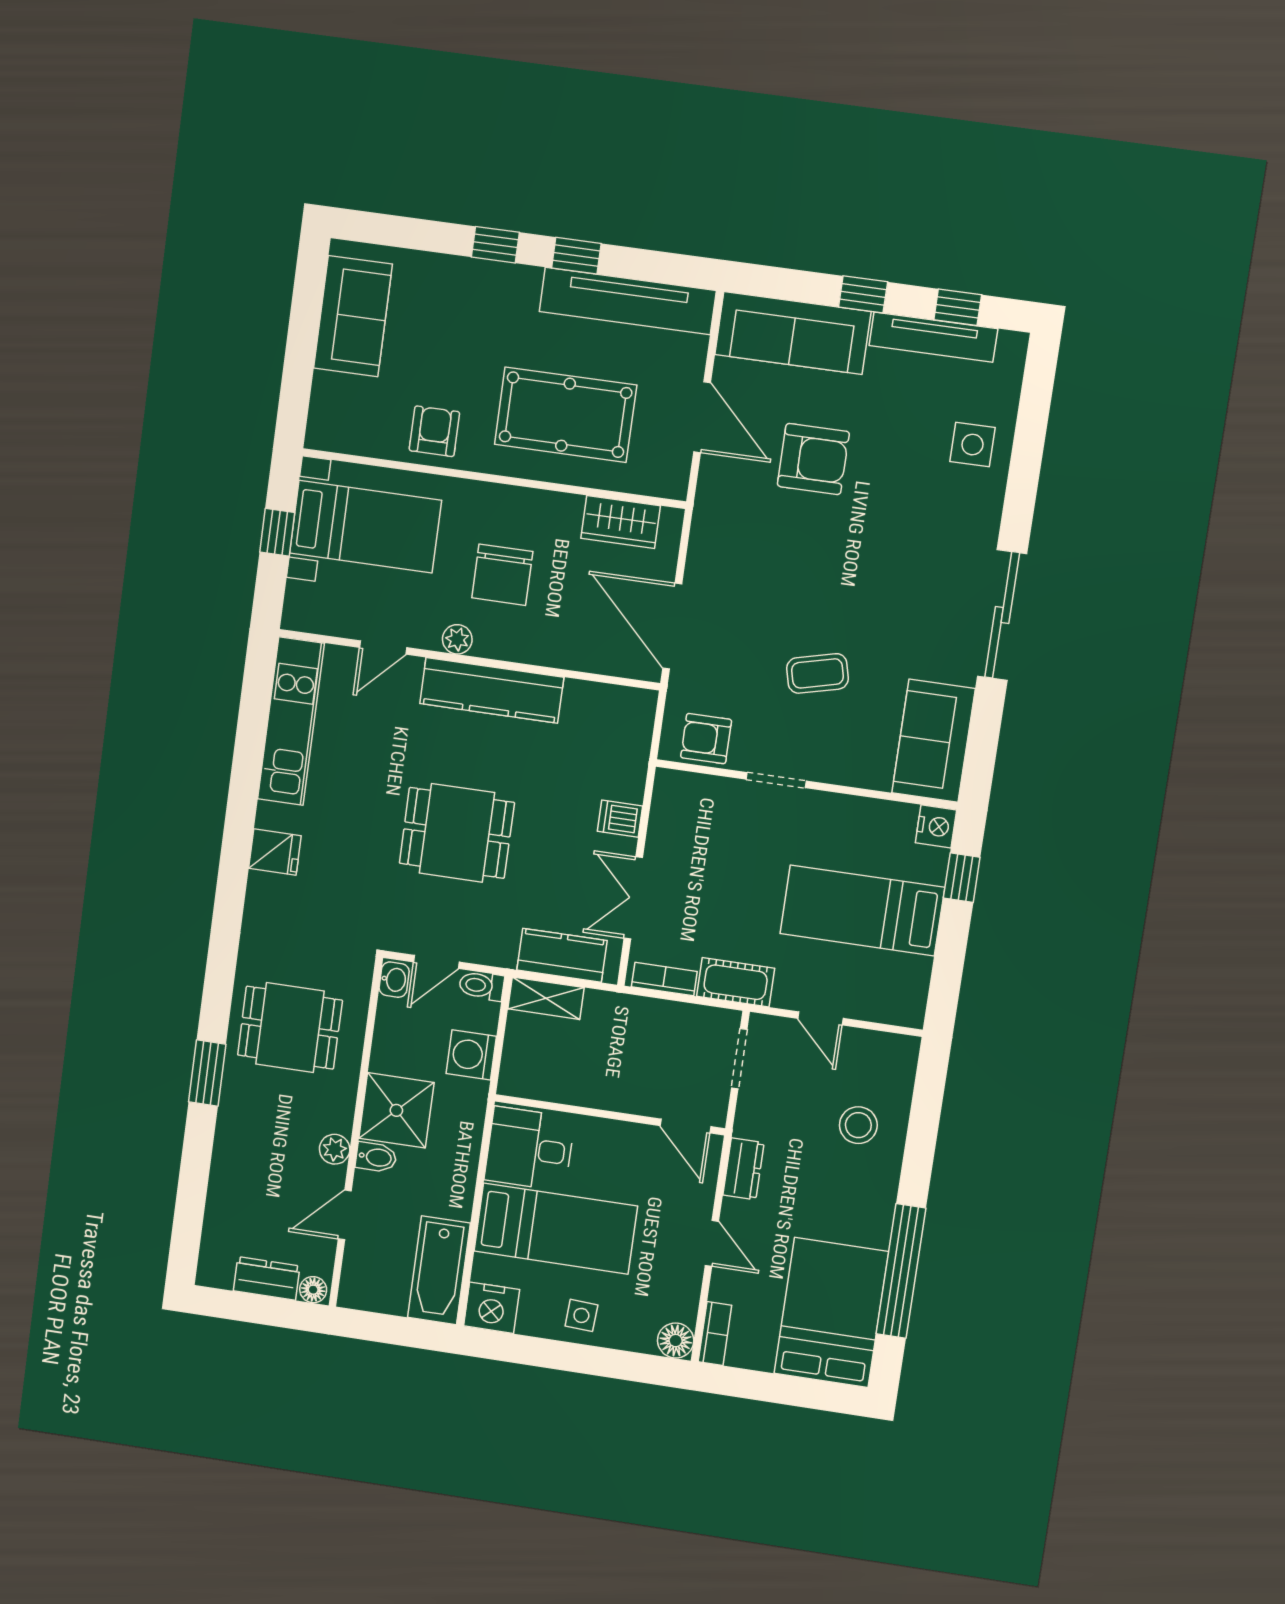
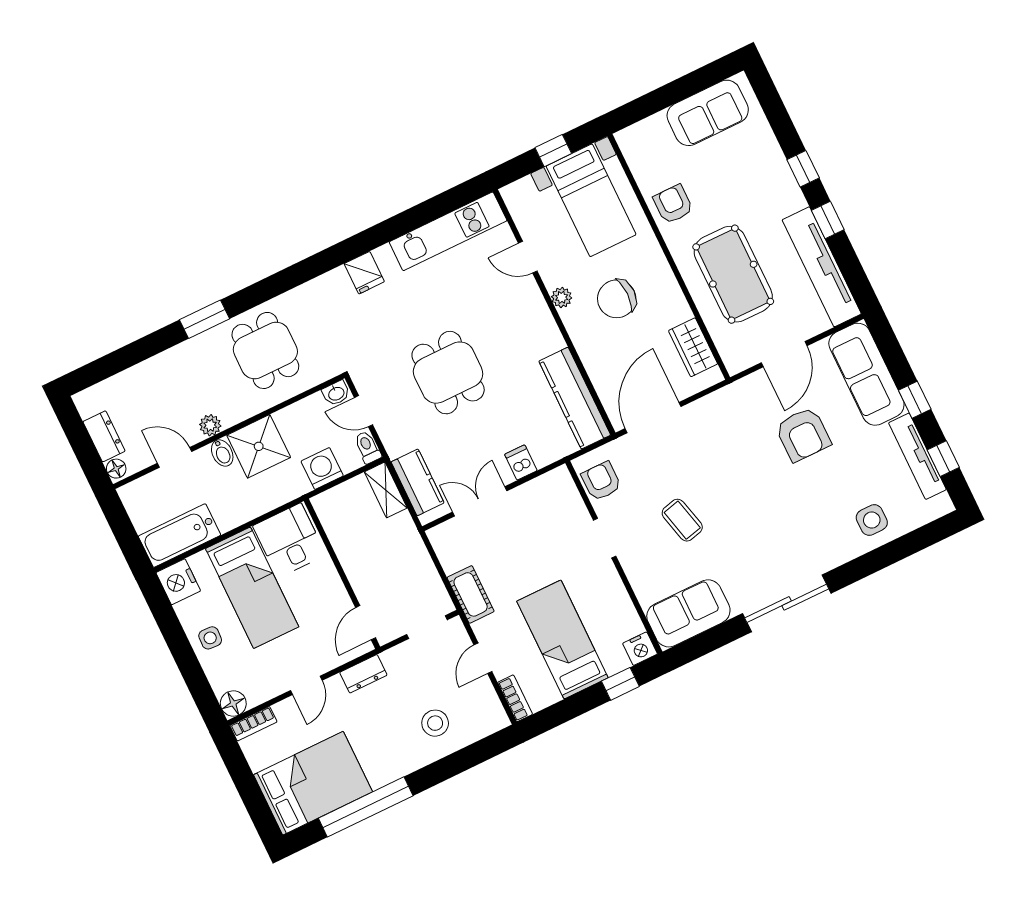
armchair: (434, 431) -> (673, 204), turned -90
kitchen counter: (492, 690) -> (575, 398), moved
bookcase: (664, 979) -> (515, 698), moved

